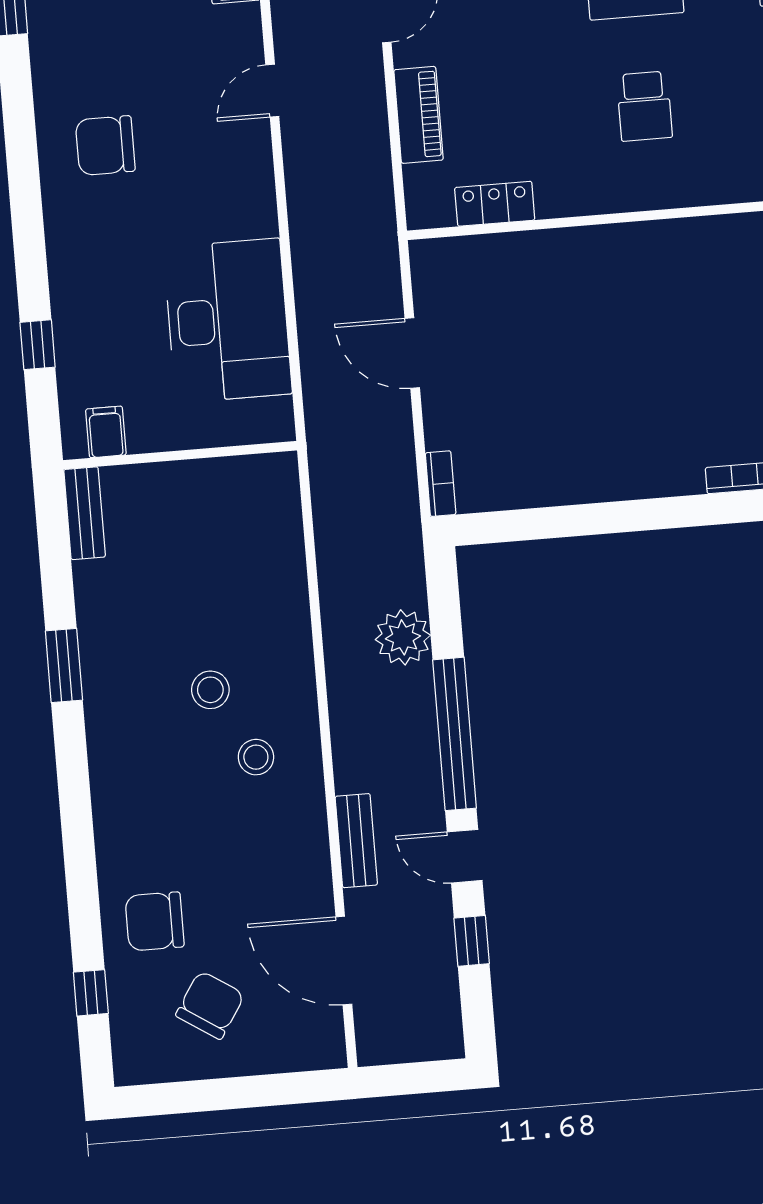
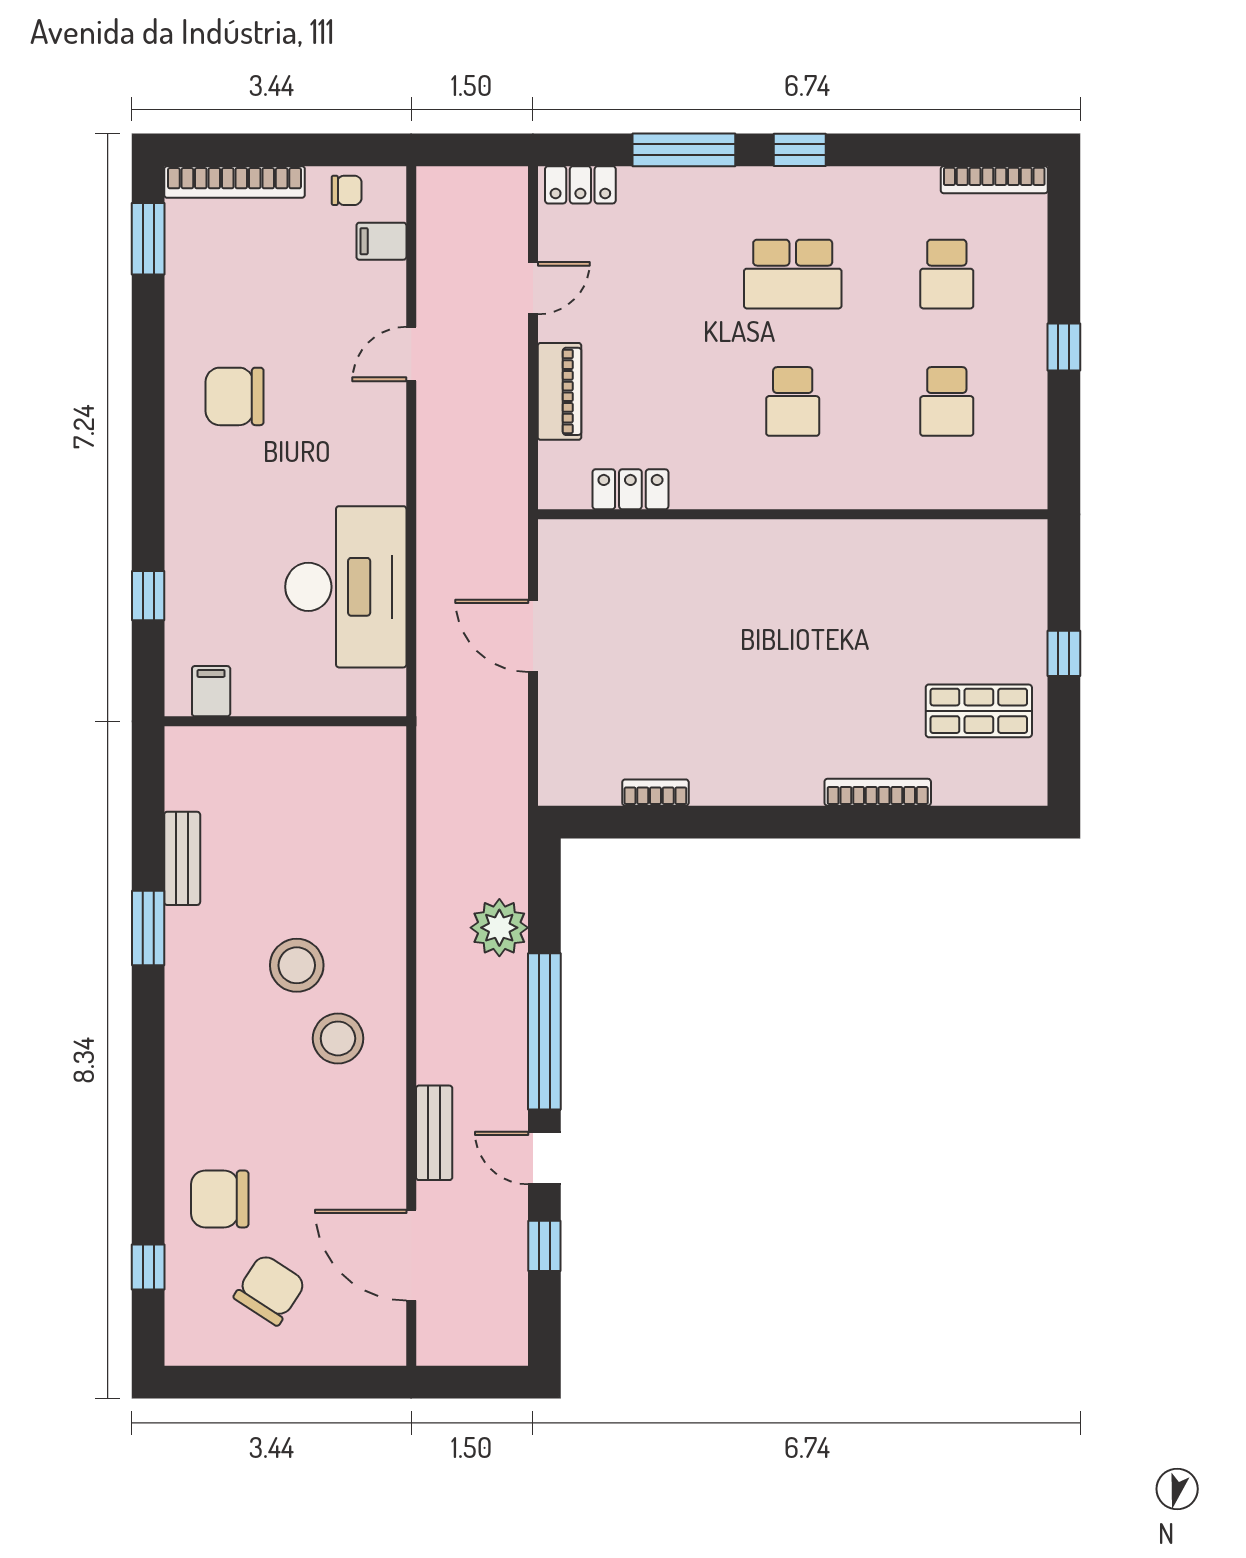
bookcase: (441, 484) -> (655, 793), moved, turned -90
bench: (85, 513) -> (182, 858), moved
stool: (210, 690) -> (297, 965), width x1.38, depth x1.38
stool: (256, 757) -> (338, 1038), width x1.38, depth x1.38

